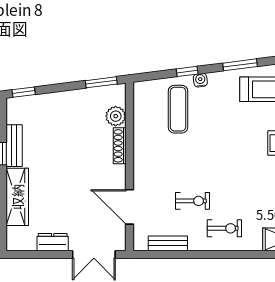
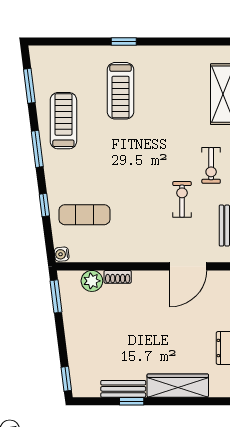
water cooler: (200, 80) -> (62, 254), moved
shoe rack: (120, 146) -> (118, 277), width x0.70
exercise bike: (224, 228) -> (211, 165), turned 180

